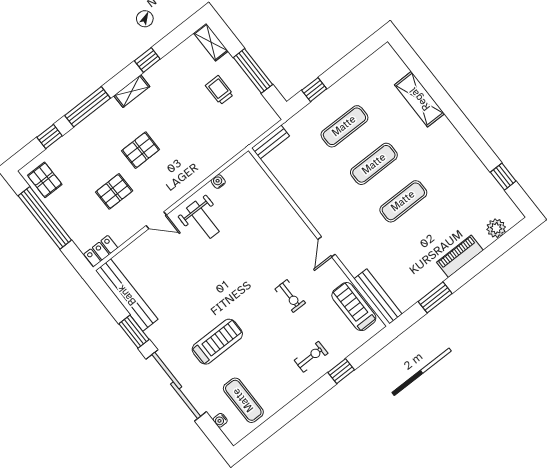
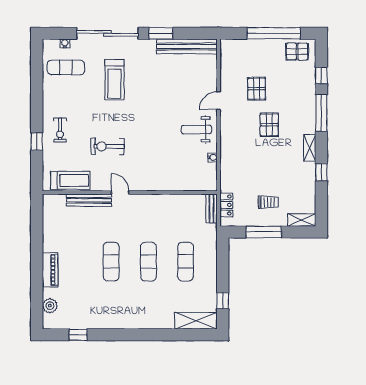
window: (314, 90) -> (223, 301), moved
shelving: (420, 99) -> (196, 321), moved
locker: (101, 251) -> (226, 205), moved
exercise bike: (290, 296) -> (107, 146), width x1.38, depth x1.39
bench: (378, 296) -> (89, 200), moved
window: (435, 297) -> (37, 235), removed

